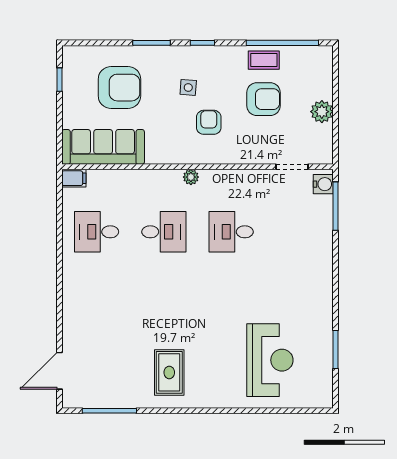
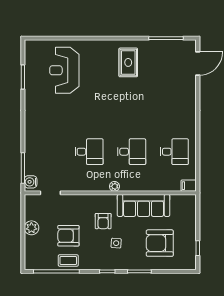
sofa: (103, 147) -> (144, 205), moved
desk: (164, 232) -> (132, 152), turned 180

